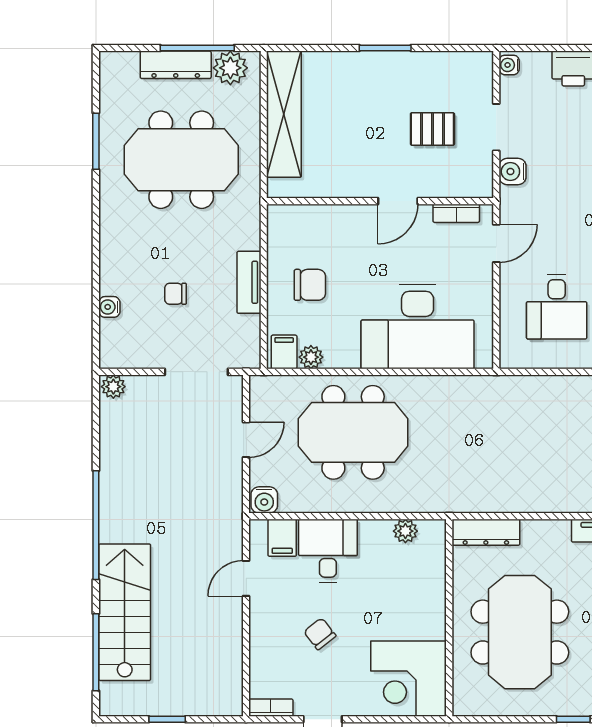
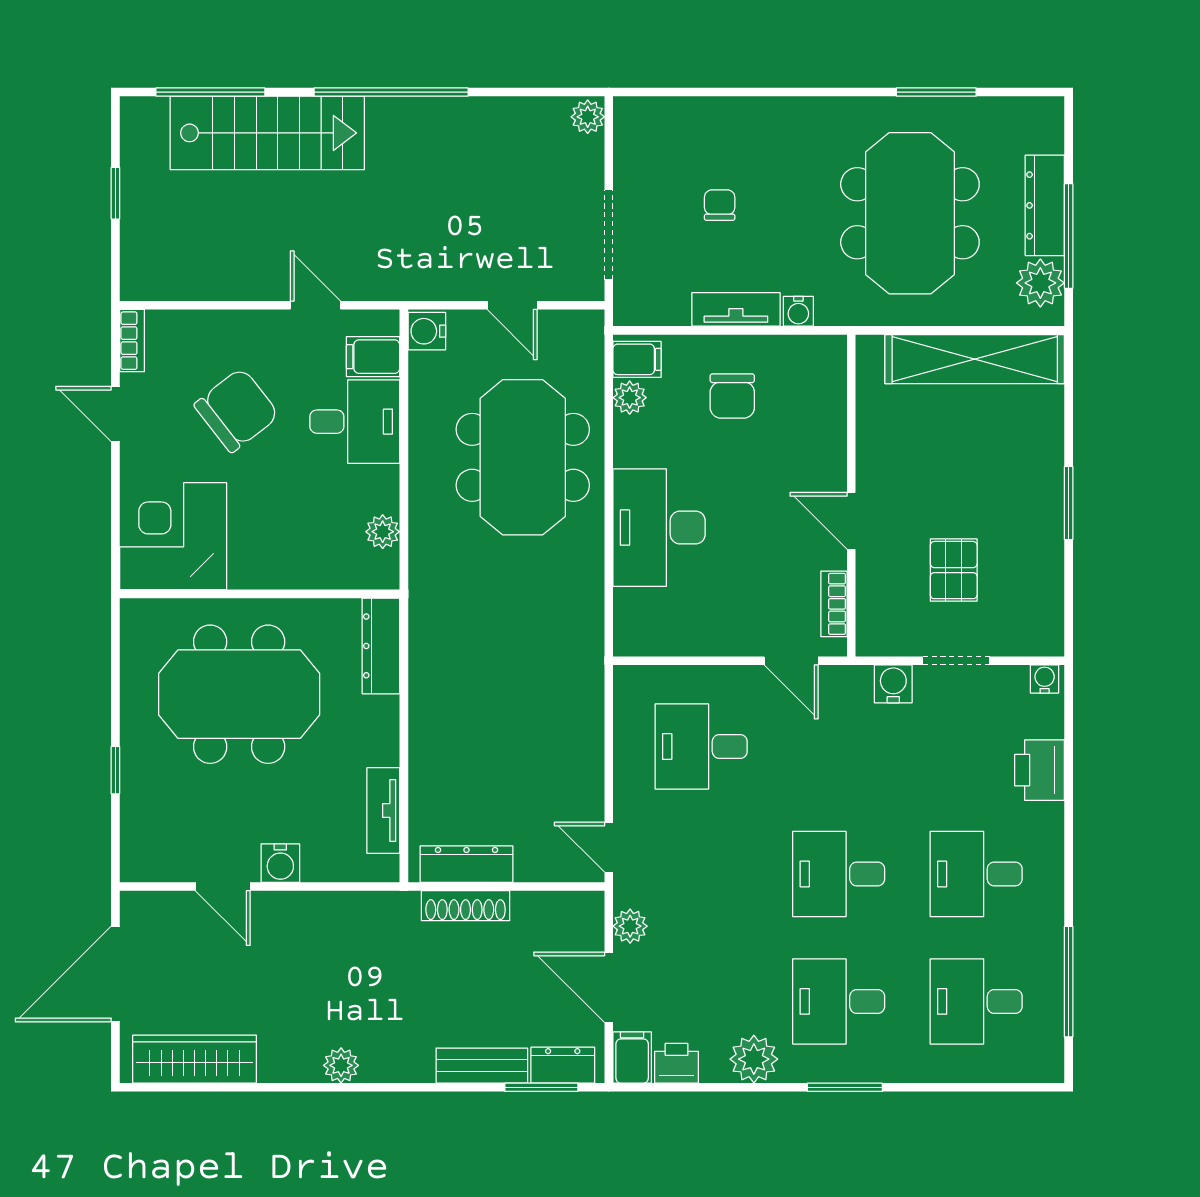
water cooler: (109, 307) -> (798, 311), moved, turned 180
desk: (418, 327) -> (659, 528), width x0.73, depth x0.77
chair: (320, 634) -> (237, 410), width x1.87, depth x1.87

